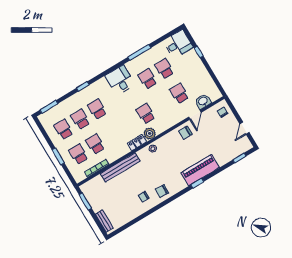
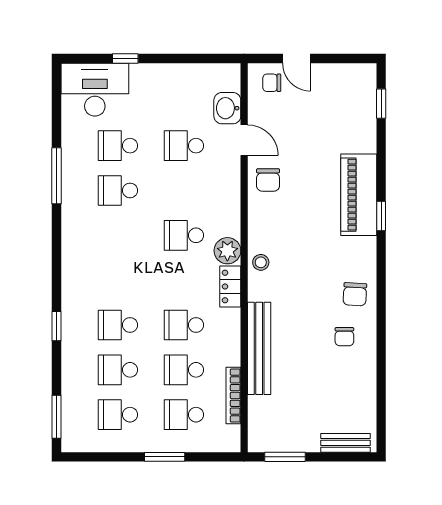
desk: (178, 44) -> (95, 90), width x1.37
desk: (120, 80) -> (88, 246), removed
door: (244, 128) -> (297, 59), moved
school desk: (112, 134) -> (184, 325), added

